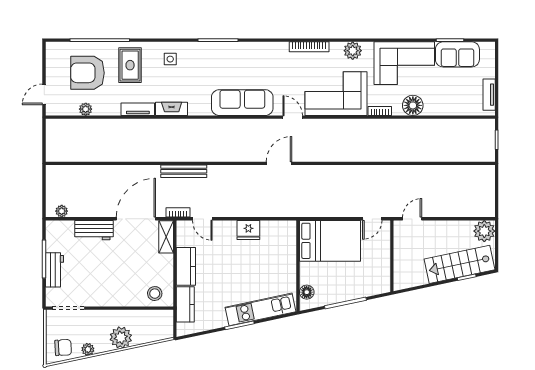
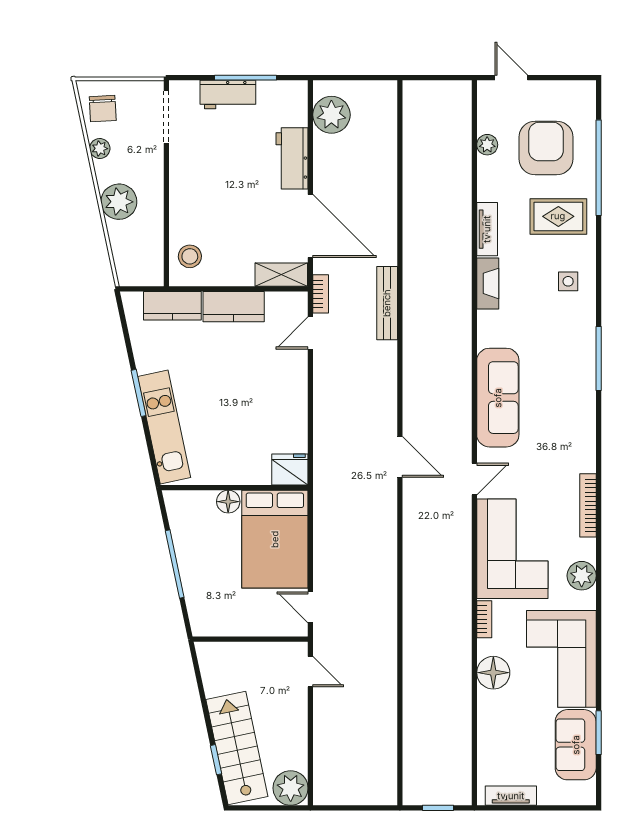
plant: (62, 211) -> (331, 115), width x1.88, depth x1.88
fridge: (248, 230) -> (290, 469), moved, turned 90
floor lamp: (307, 292) -> (228, 502), moved

